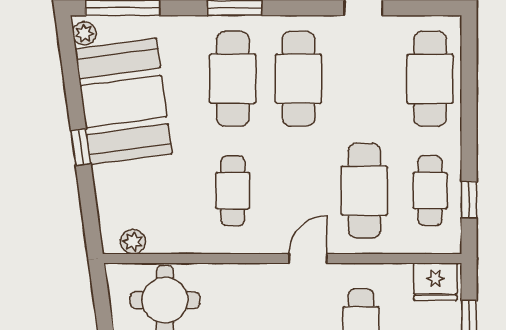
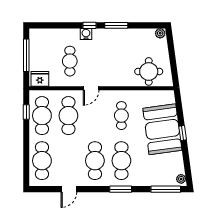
booth: (123, 101) -> (162, 129), moved
cafe table: (430, 191) -> (42, 116), width x1.37, depth x1.35
plant: (133, 242) -> (162, 95), removed

